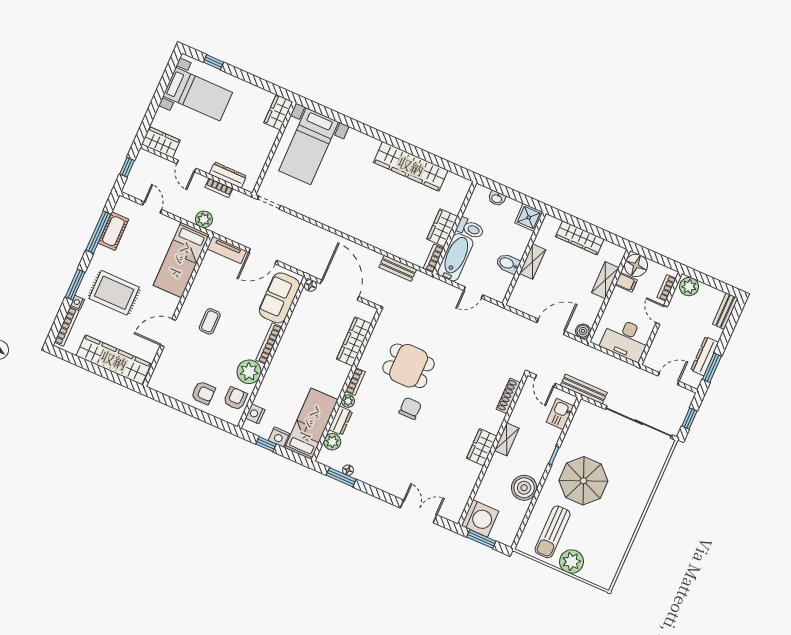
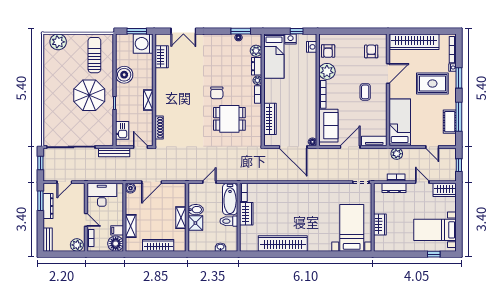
wardrobe: (278, 112) -> (380, 224), moved
shower: (529, 217) -> (195, 223), moved
bench: (398, 268) -> (263, 176), removed
armchair: (203, 393) -> (371, 51), moved, turned 90
wardrobe: (482, 447) -> (162, 57), moved
plant: (572, 562) -> (58, 42), moved

